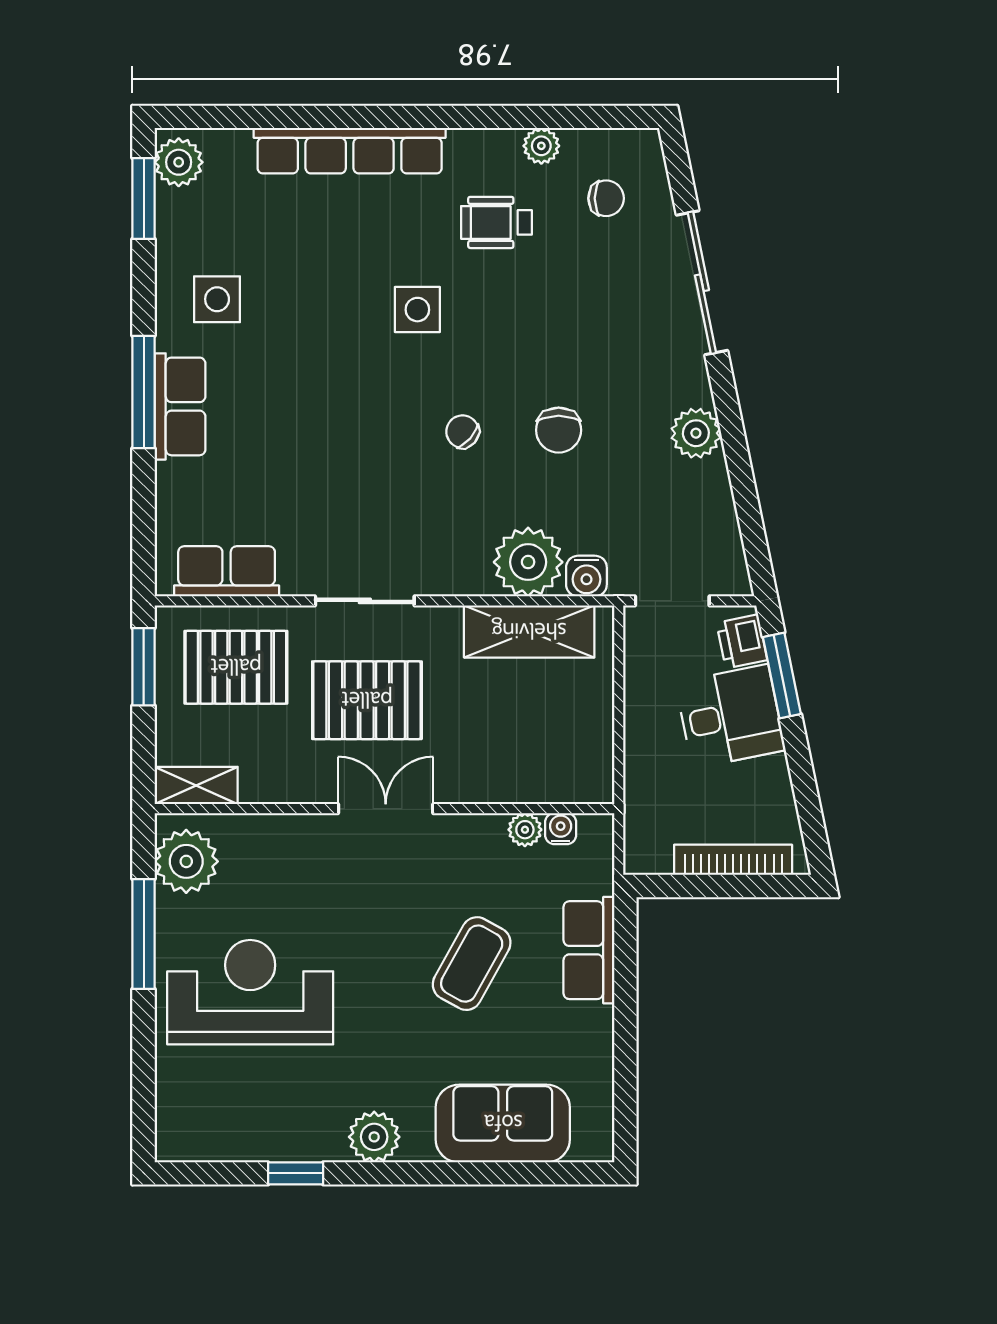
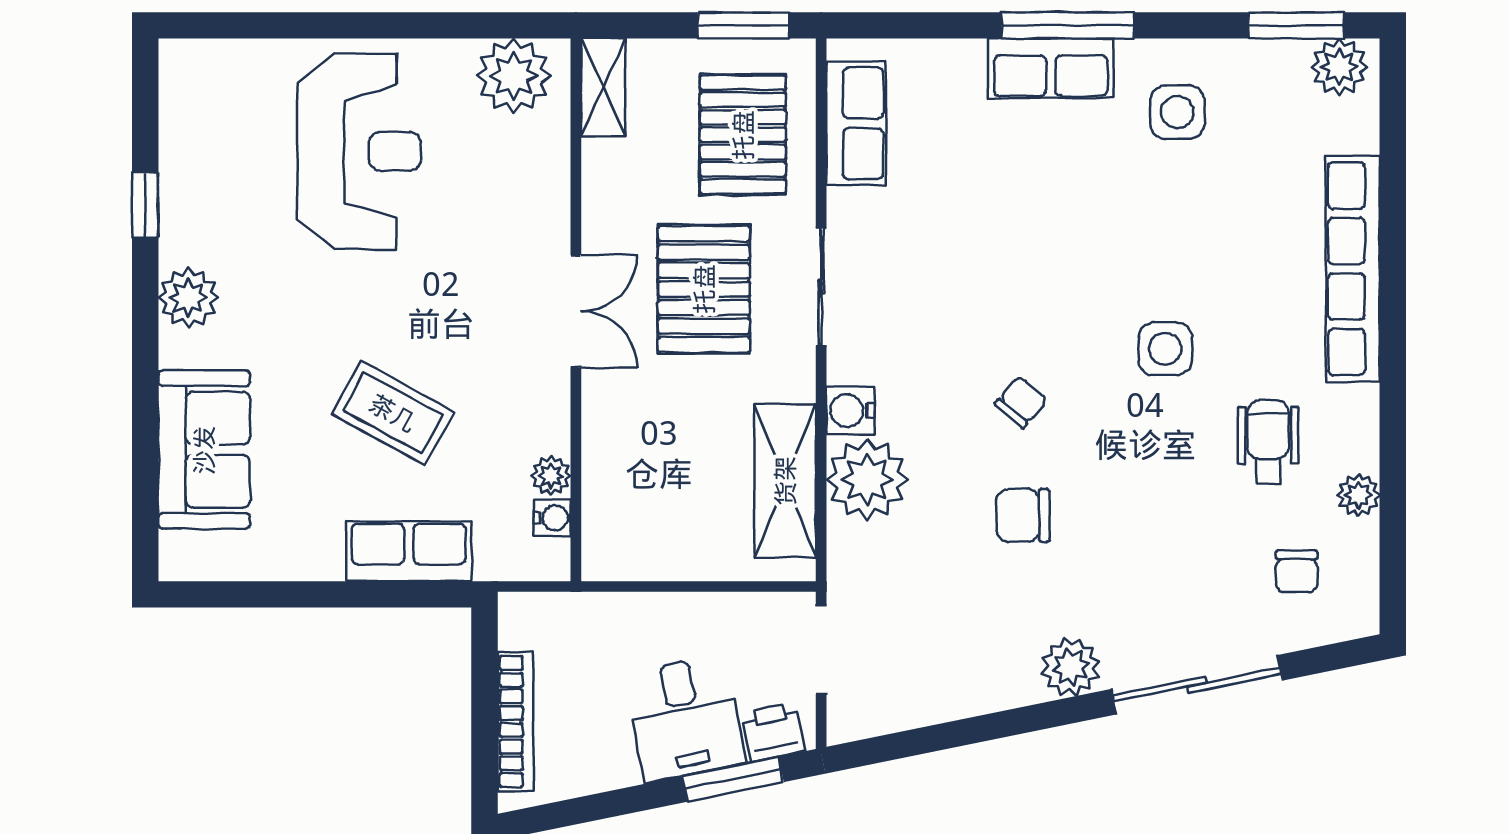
plant: (696, 433) -> (1070, 667), moved
water cooler: (586, 576) -> (851, 411), moved
window: (144, 934) -> (428, 25), removed

